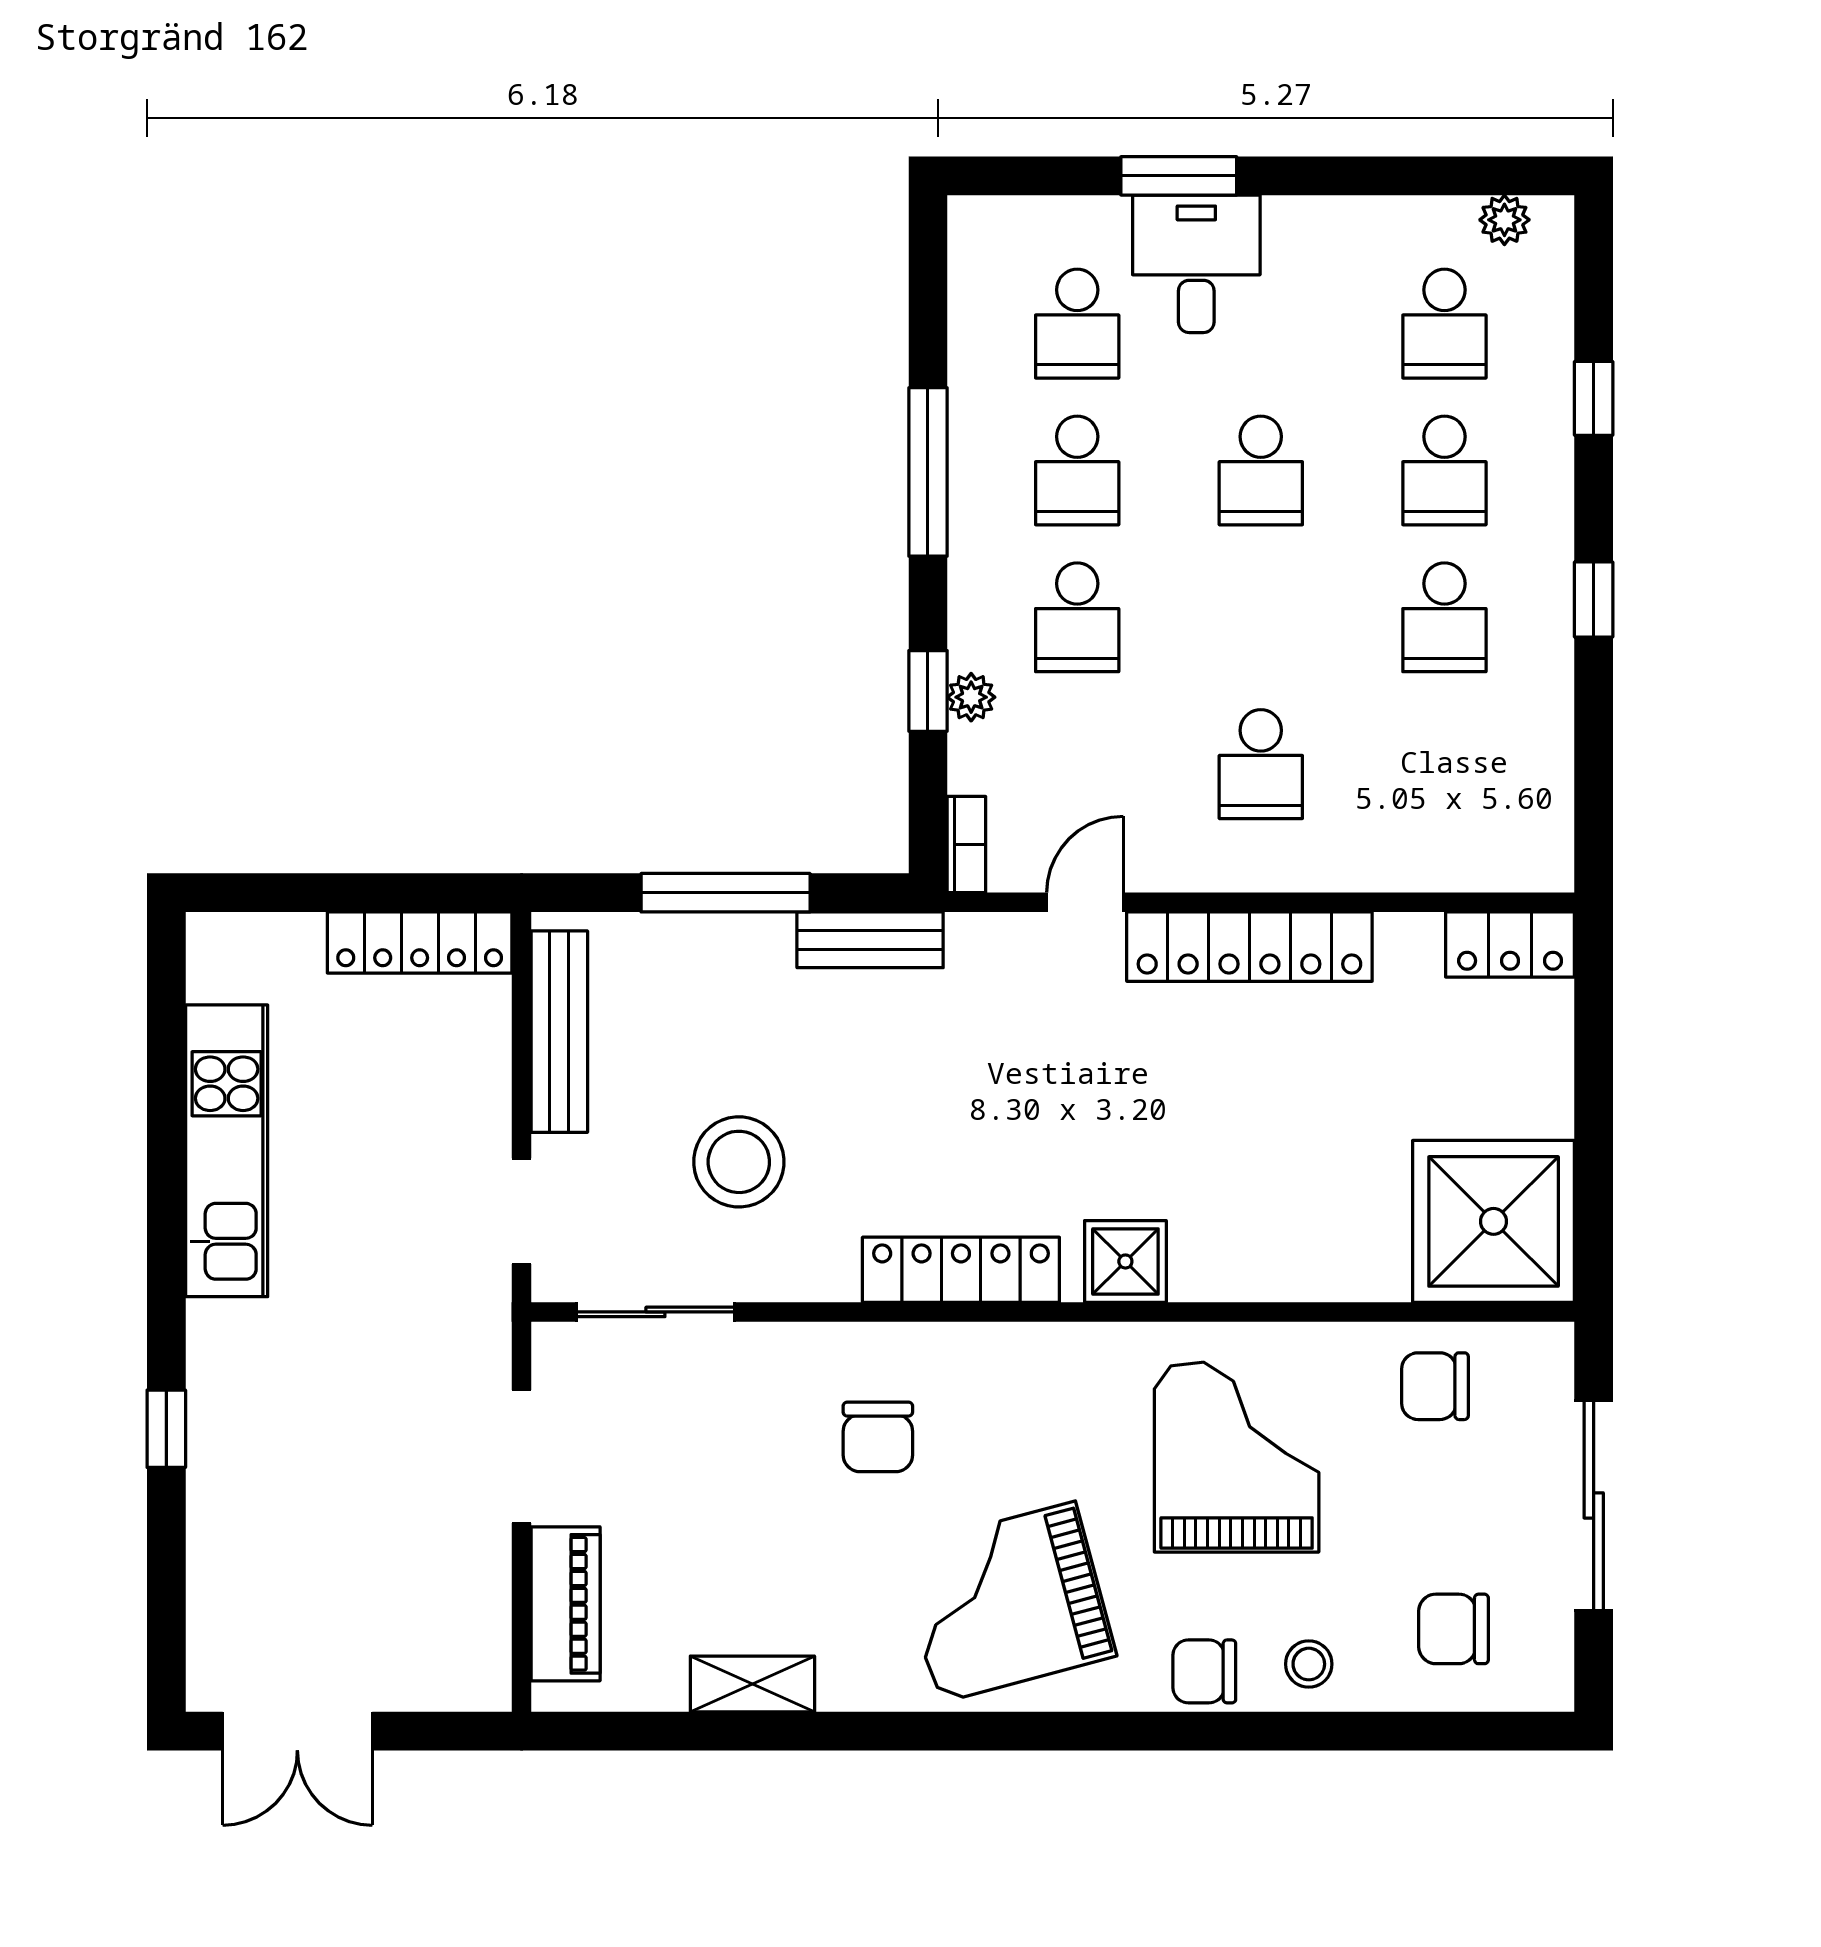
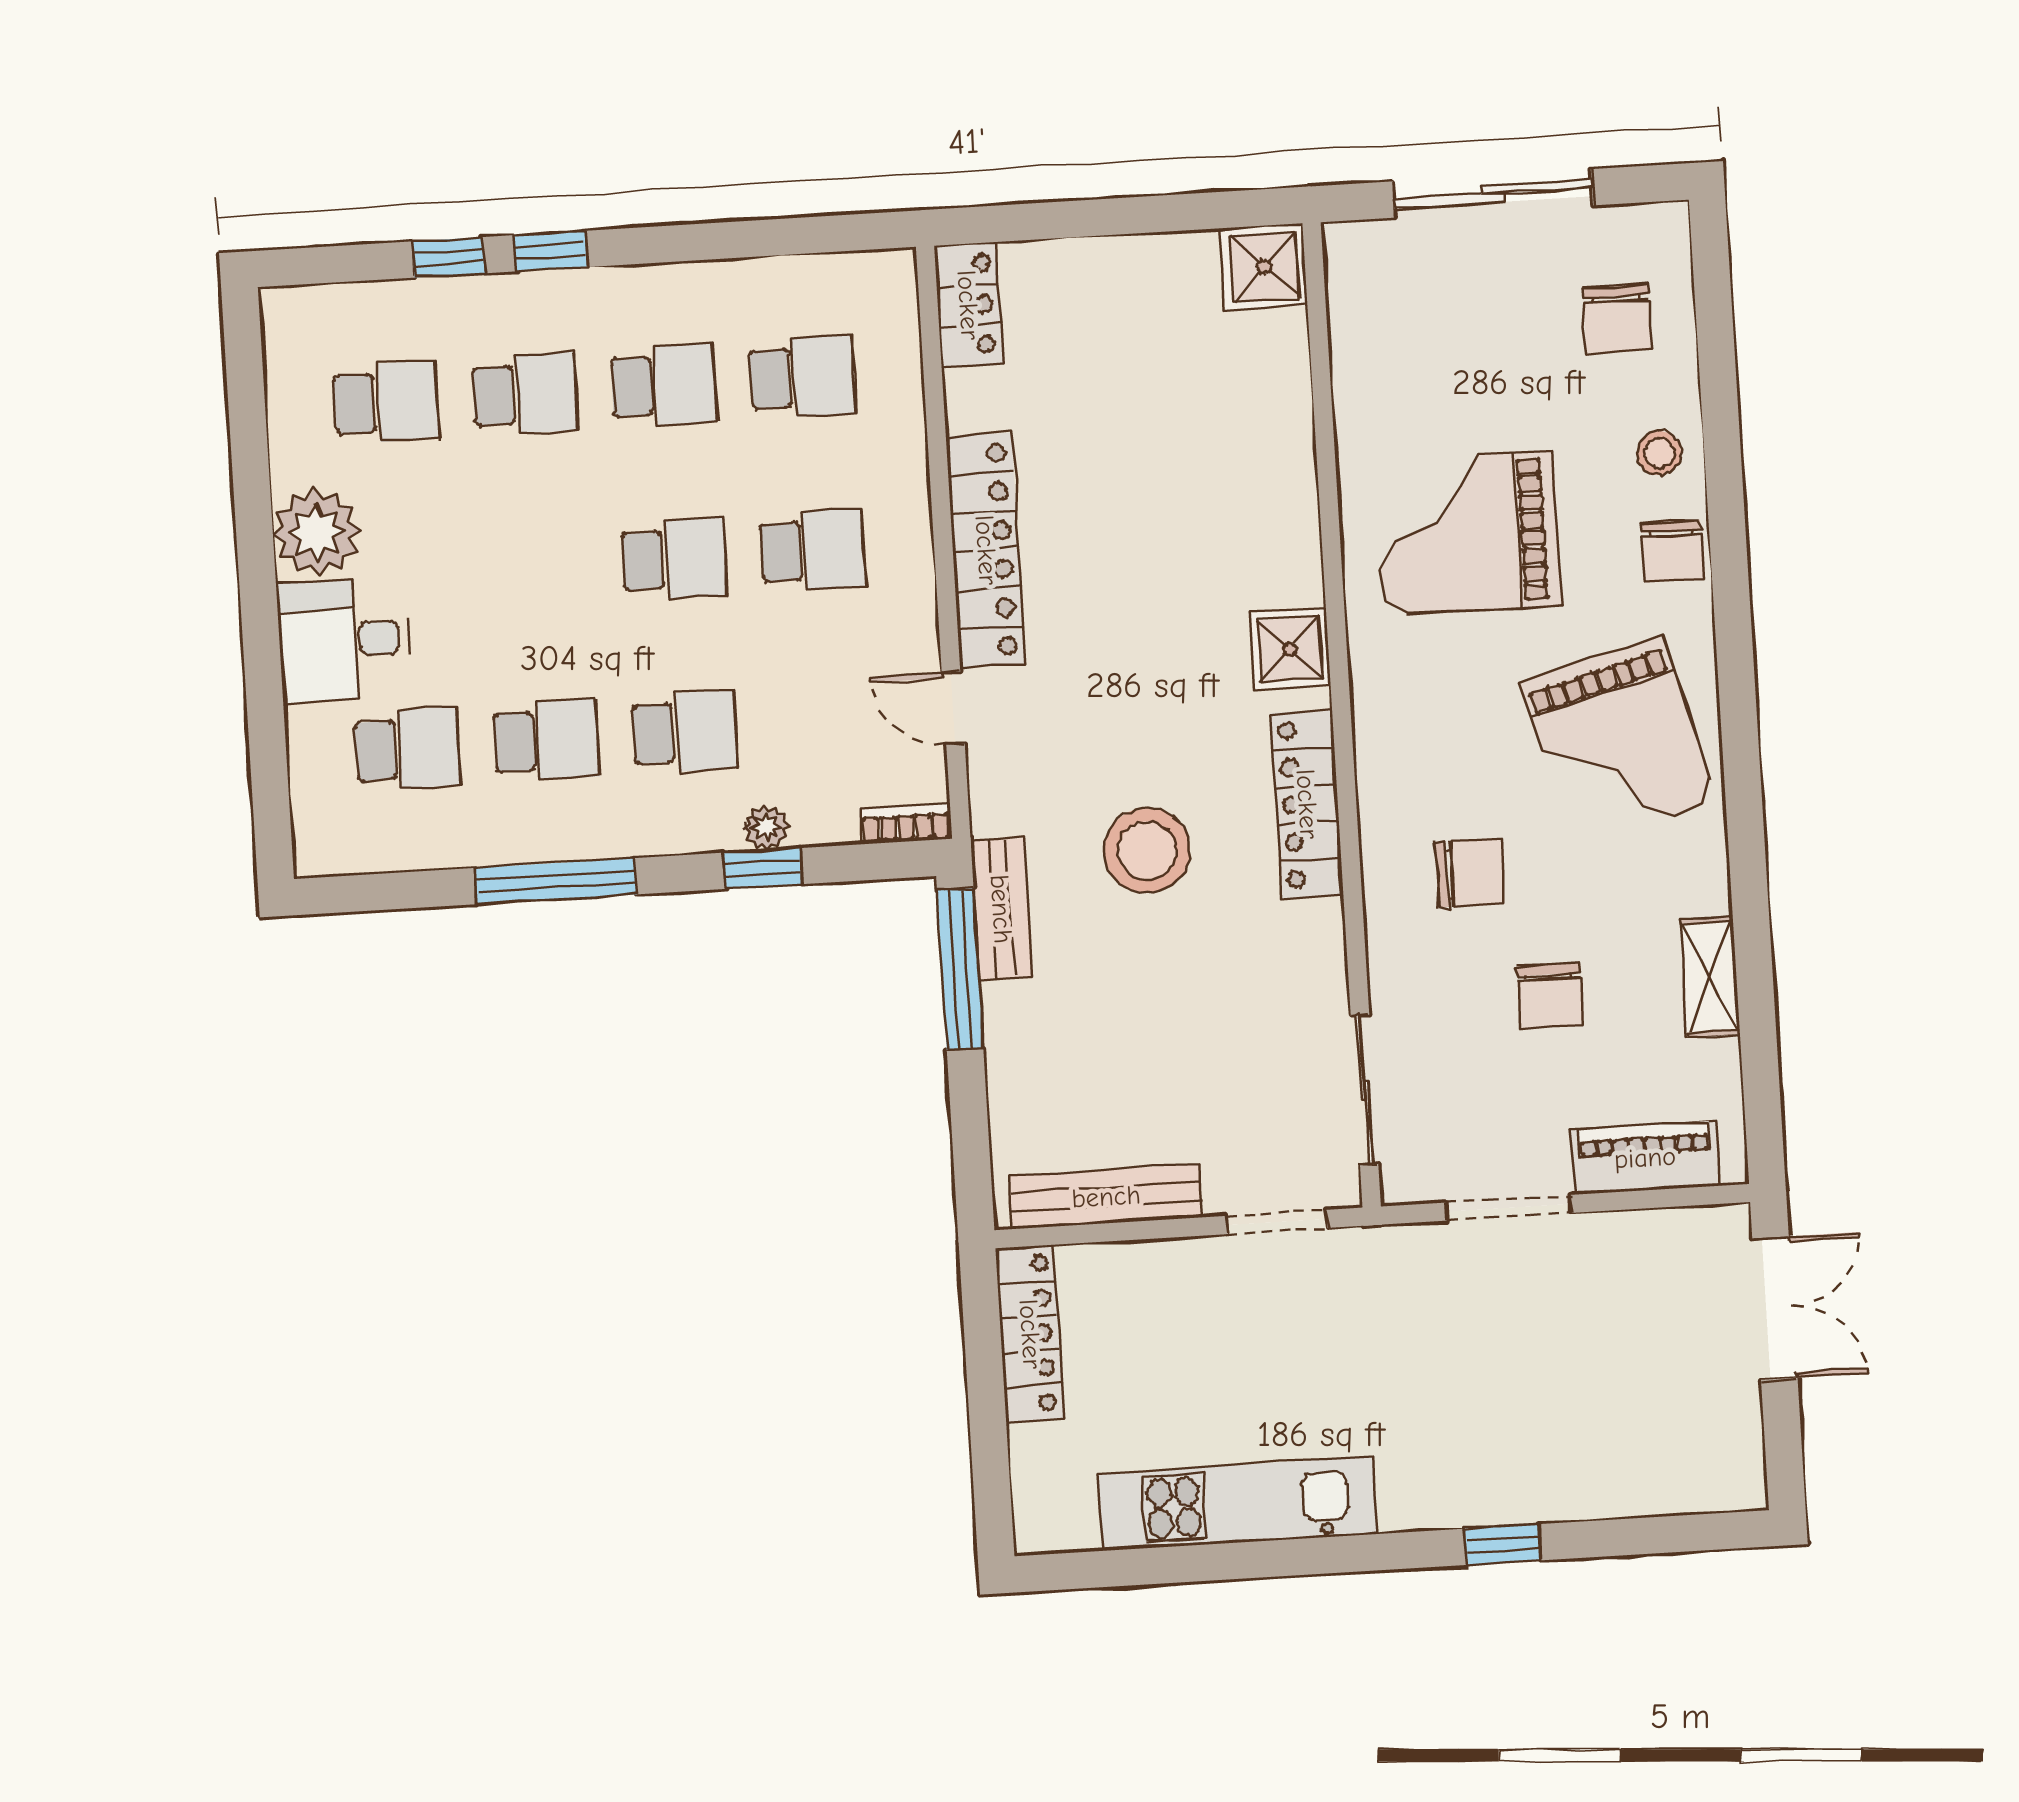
window: (1179, 176) -> (262, 662), removed
plant: (1504, 220) -> (317, 532), moved, width x1.87, depth x1.87
school desk: (1261, 470) -> (674, 559), moved
window: (1594, 599) -> (550, 251), moved
school desk: (1444, 764) -> (802, 377), added
window: (726, 893) -> (960, 969), moved
stool: (739, 1162) -> (1147, 850), moved
shower: (1494, 1221) -> (1264, 267), width x0.54, depth x0.54
chair: (1435, 1386) -> (1550, 996), moved
double door: (297, 1731) -> (1775, 1308), moved

